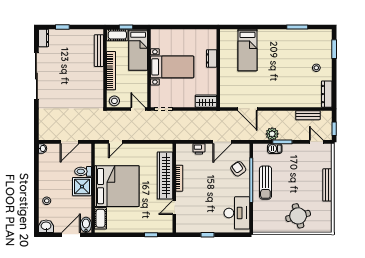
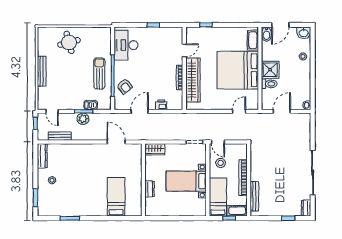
stool: (114, 101) -> (221, 163), moved
plant: (272, 134) -> (83, 119), moved

